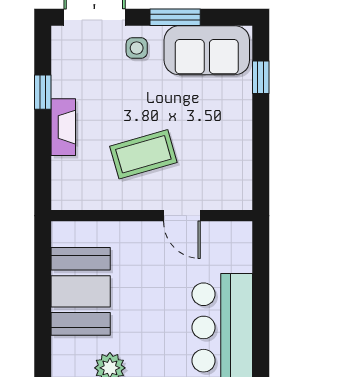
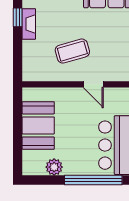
fireplace: (63, 127) -> (29, 24), moved

